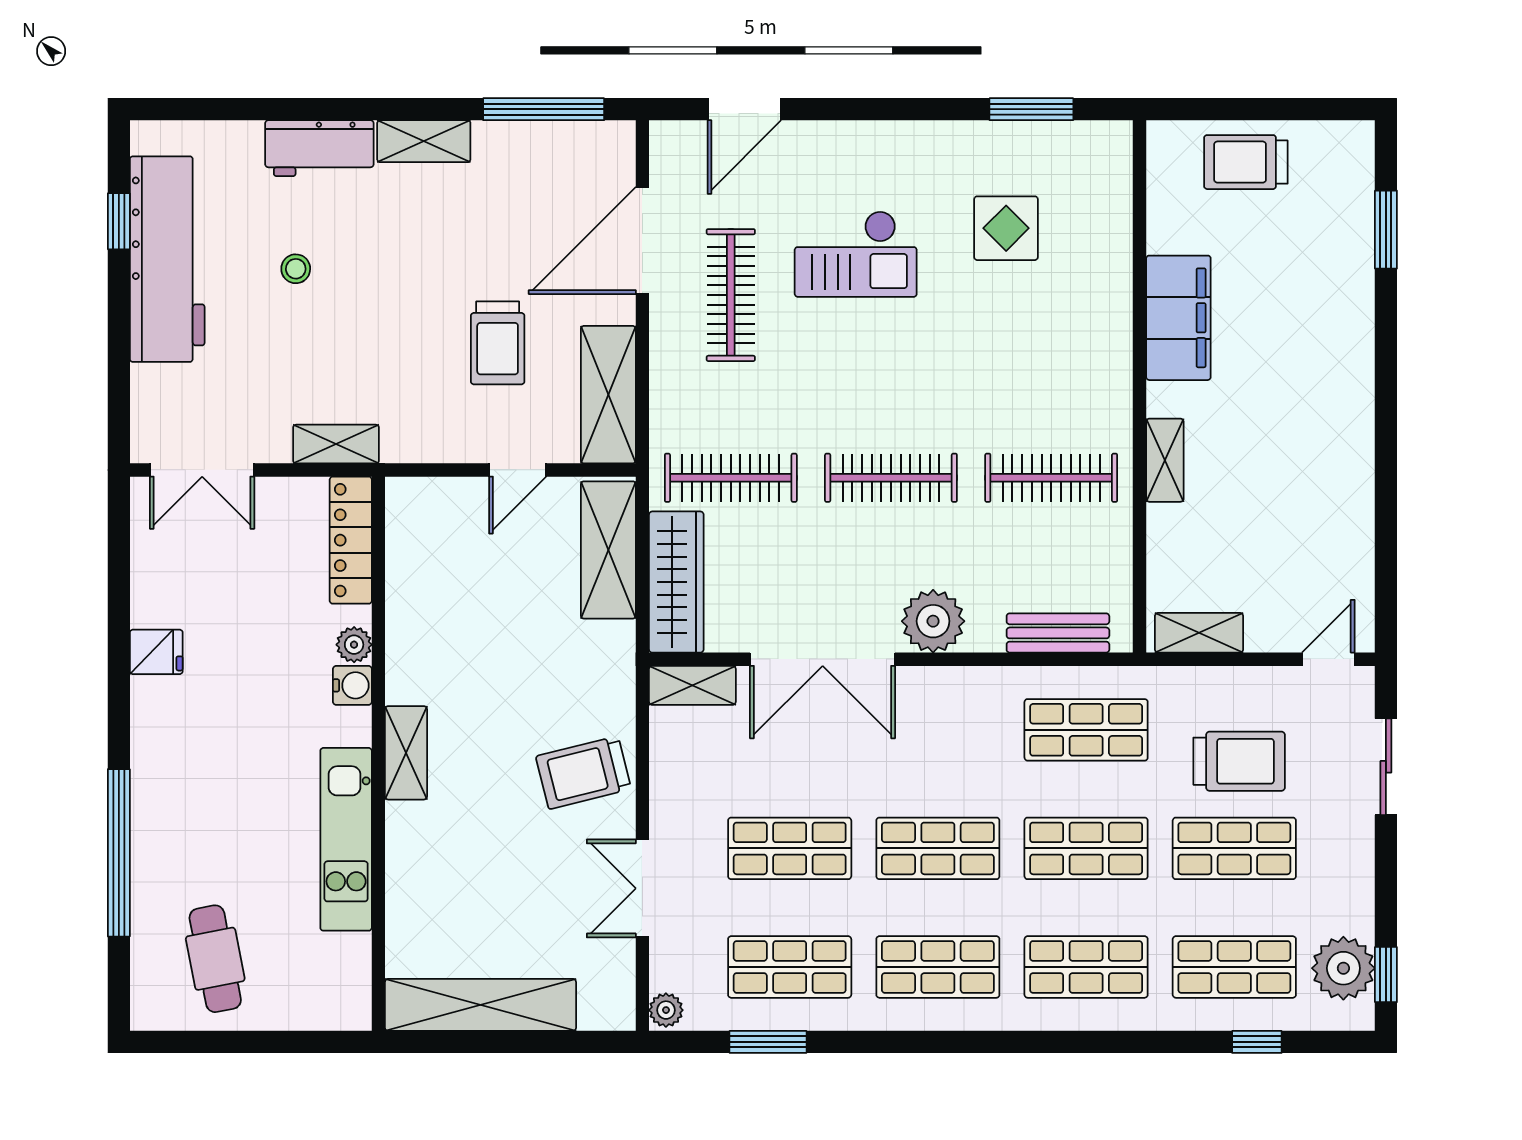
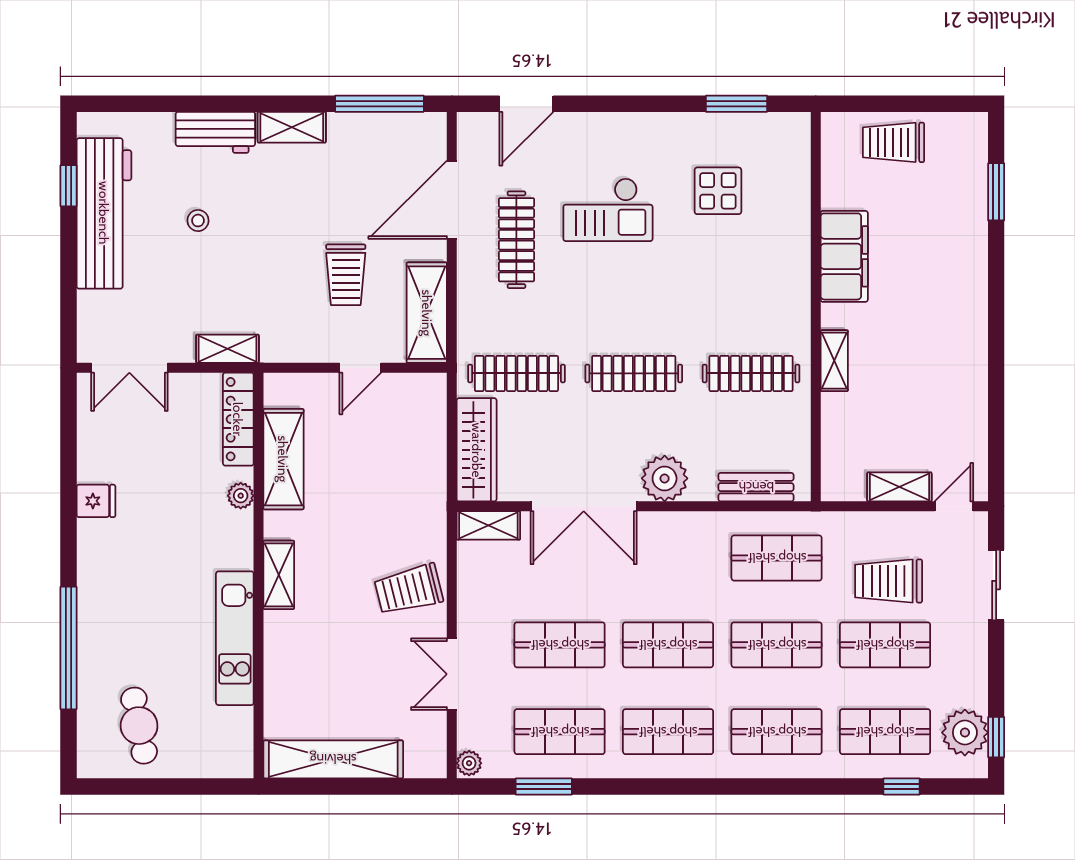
shelving: (608, 550) -> (283, 459), moved
shelving: (1199, 633) -> (899, 487), moved
water cooler: (352, 685) -> (239, 525), removed
trolley: (1239, 761) -> (889, 581), turned 180

